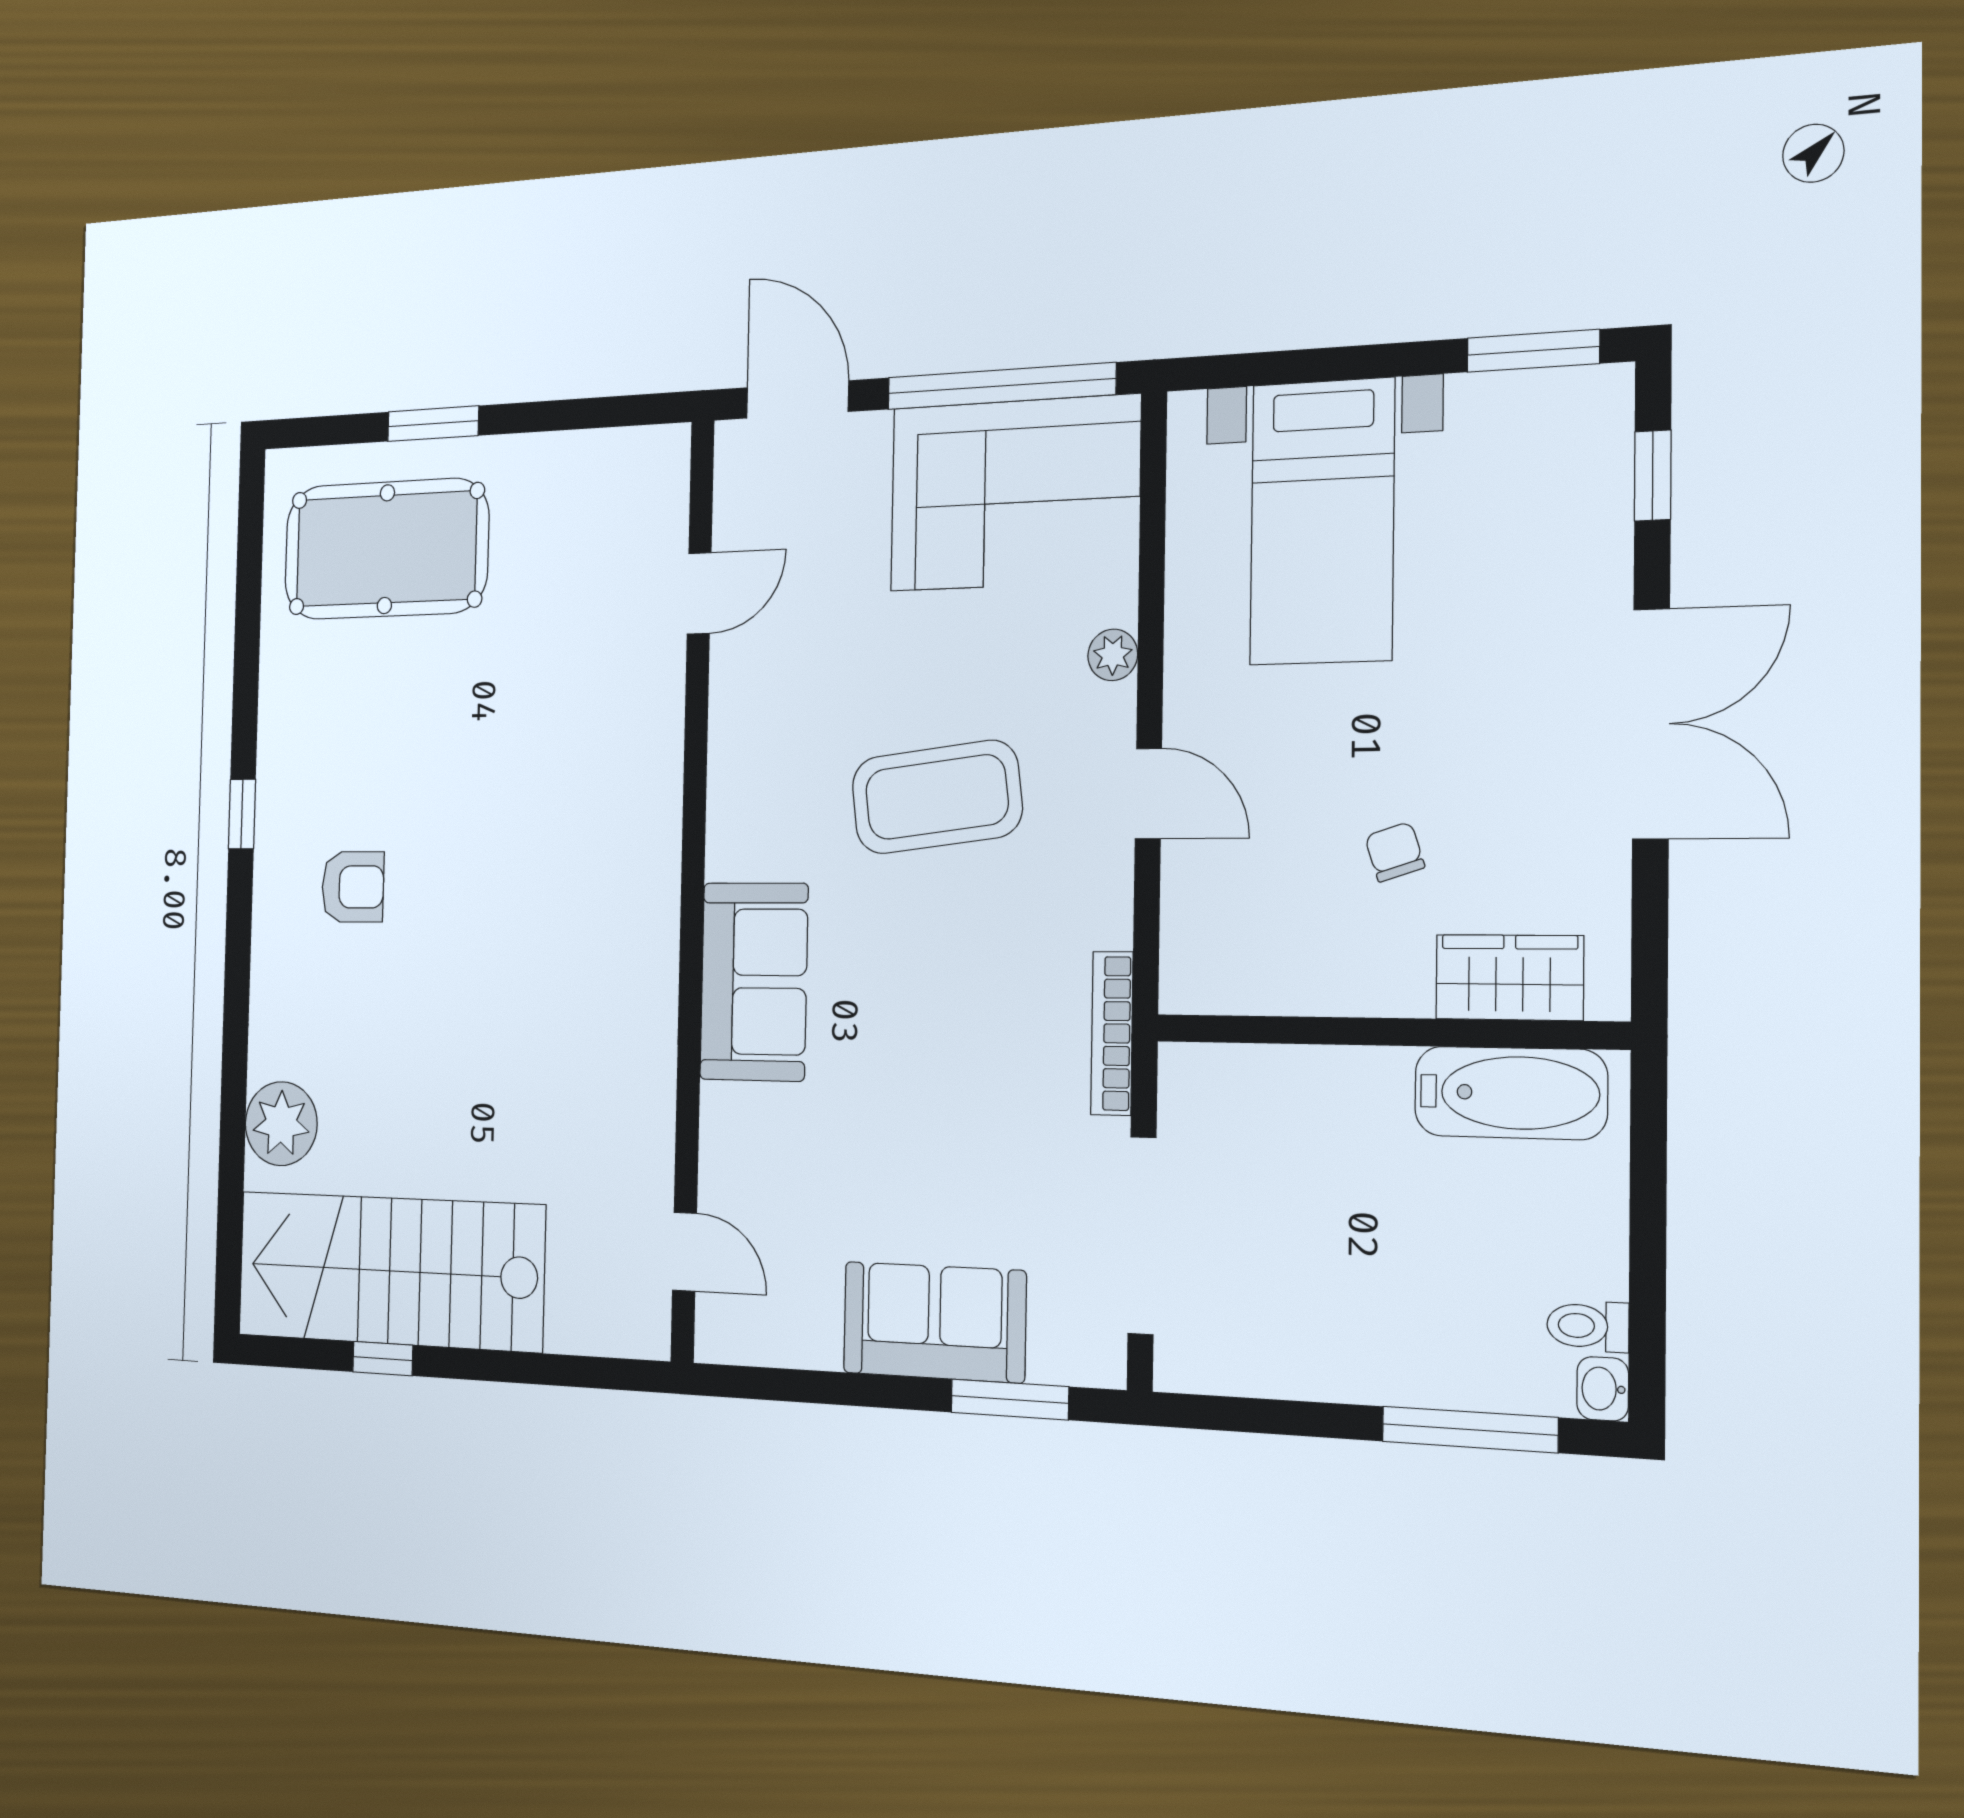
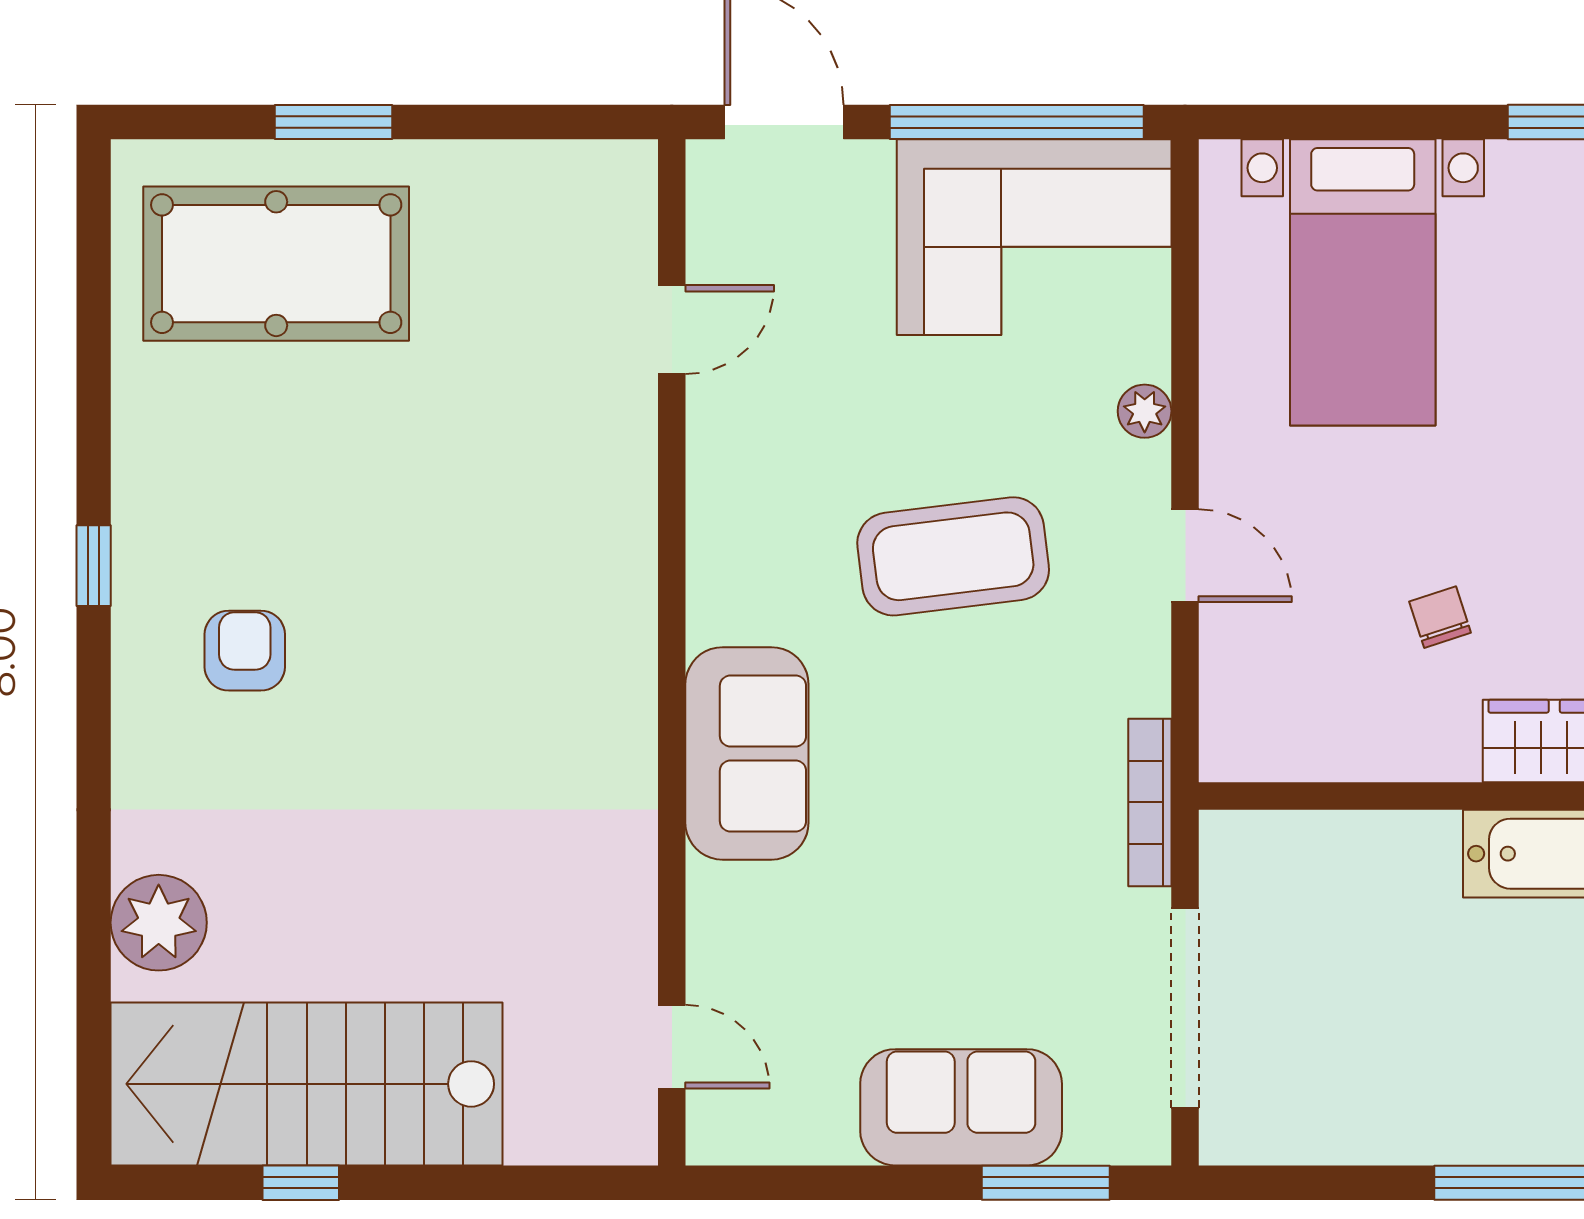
armchair: (353, 887) -> (245, 651), turned -90

